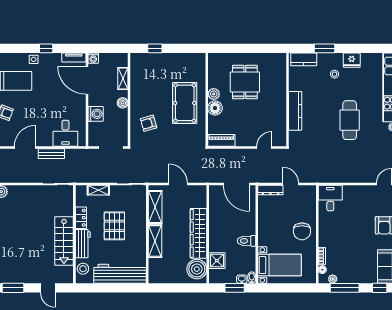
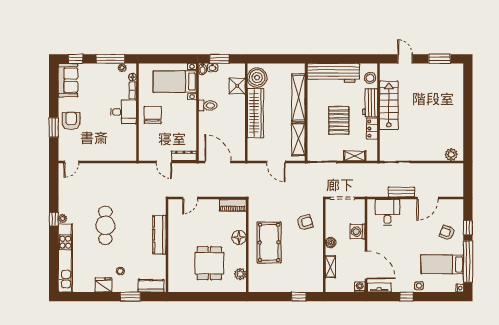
plant: (214, 94) -> (240, 274), moved
desk: (330, 198) -> (124, 112), moved, turned -90
shelving: (155, 241) -> (298, 98), width x1.47

